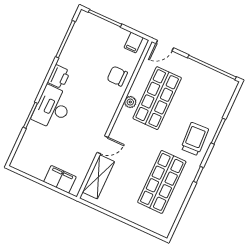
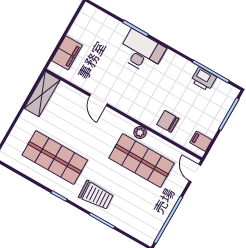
chair: (117, 76) -> (168, 121), turned -90
printer: (59, 77) -> (204, 79), moved
shelving: (98, 177) -> (42, 94), moved, turned 90

